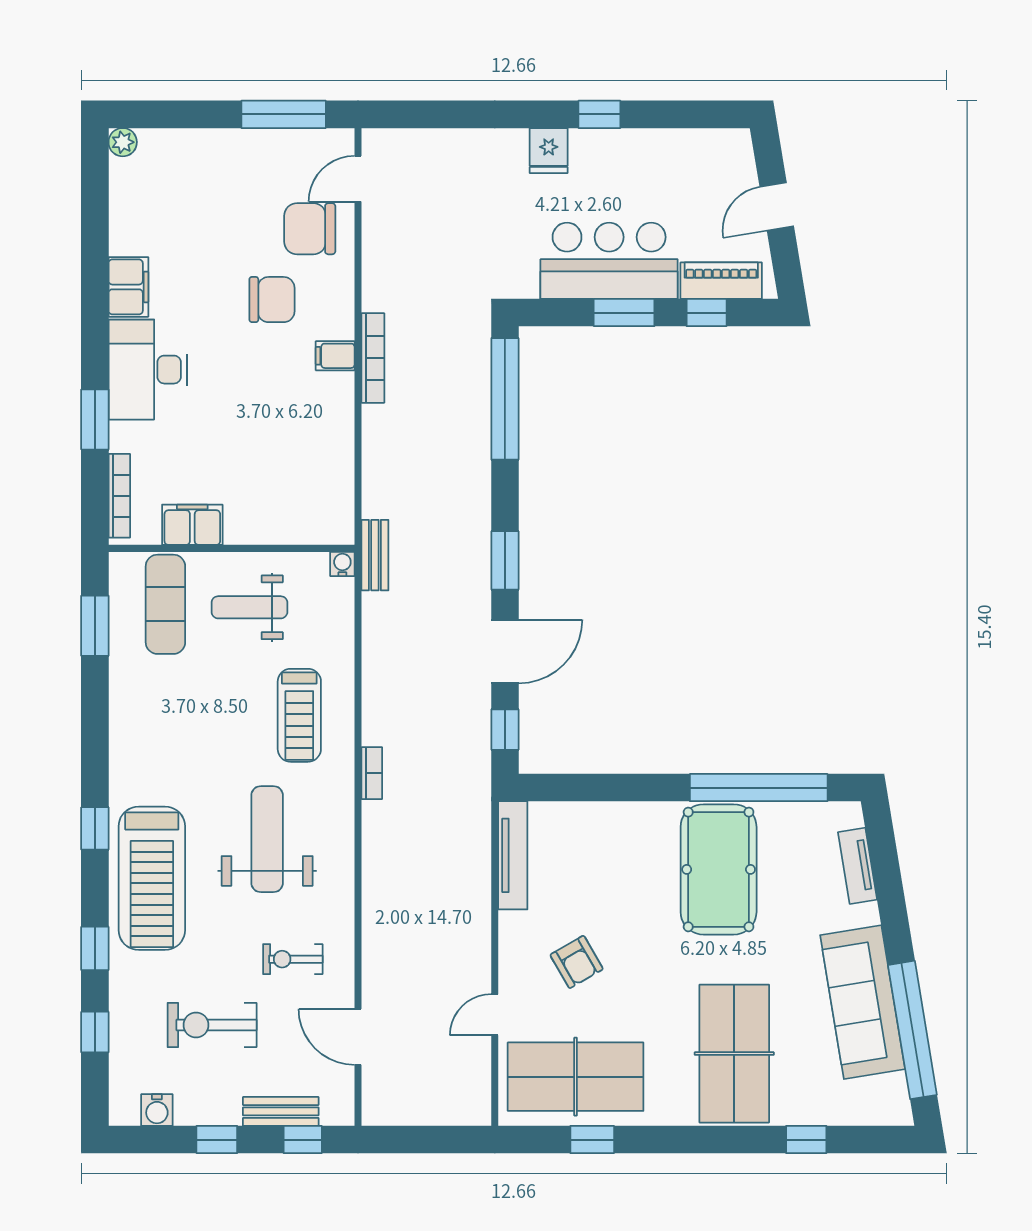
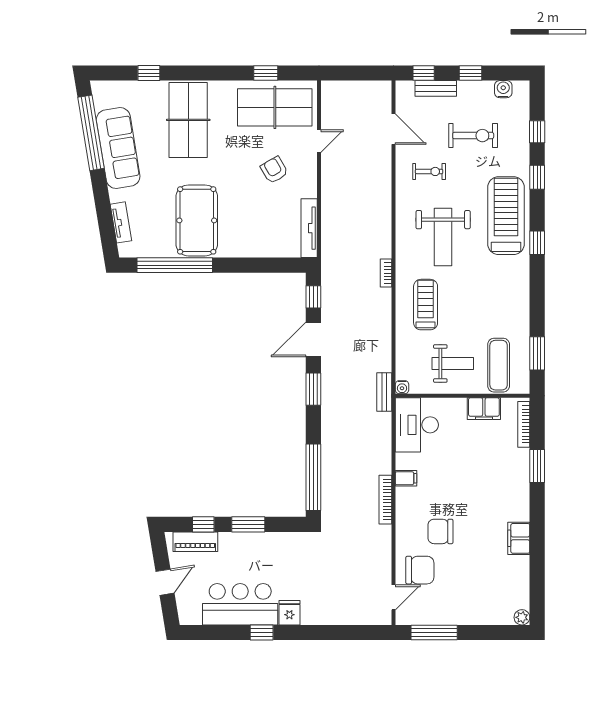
bar counter: (609, 261) -> (240, 604), moved, turned 180
filing cabinet: (335, 356) -> (406, 478), moved
desk: (148, 370) -> (417, 425), moved, turned 180

